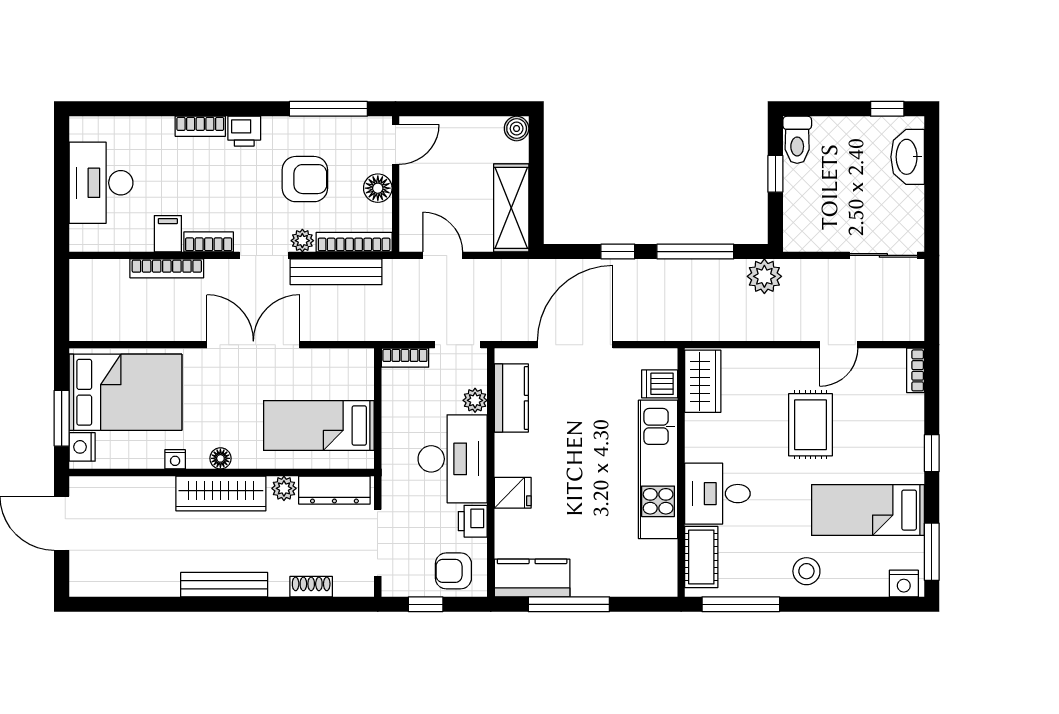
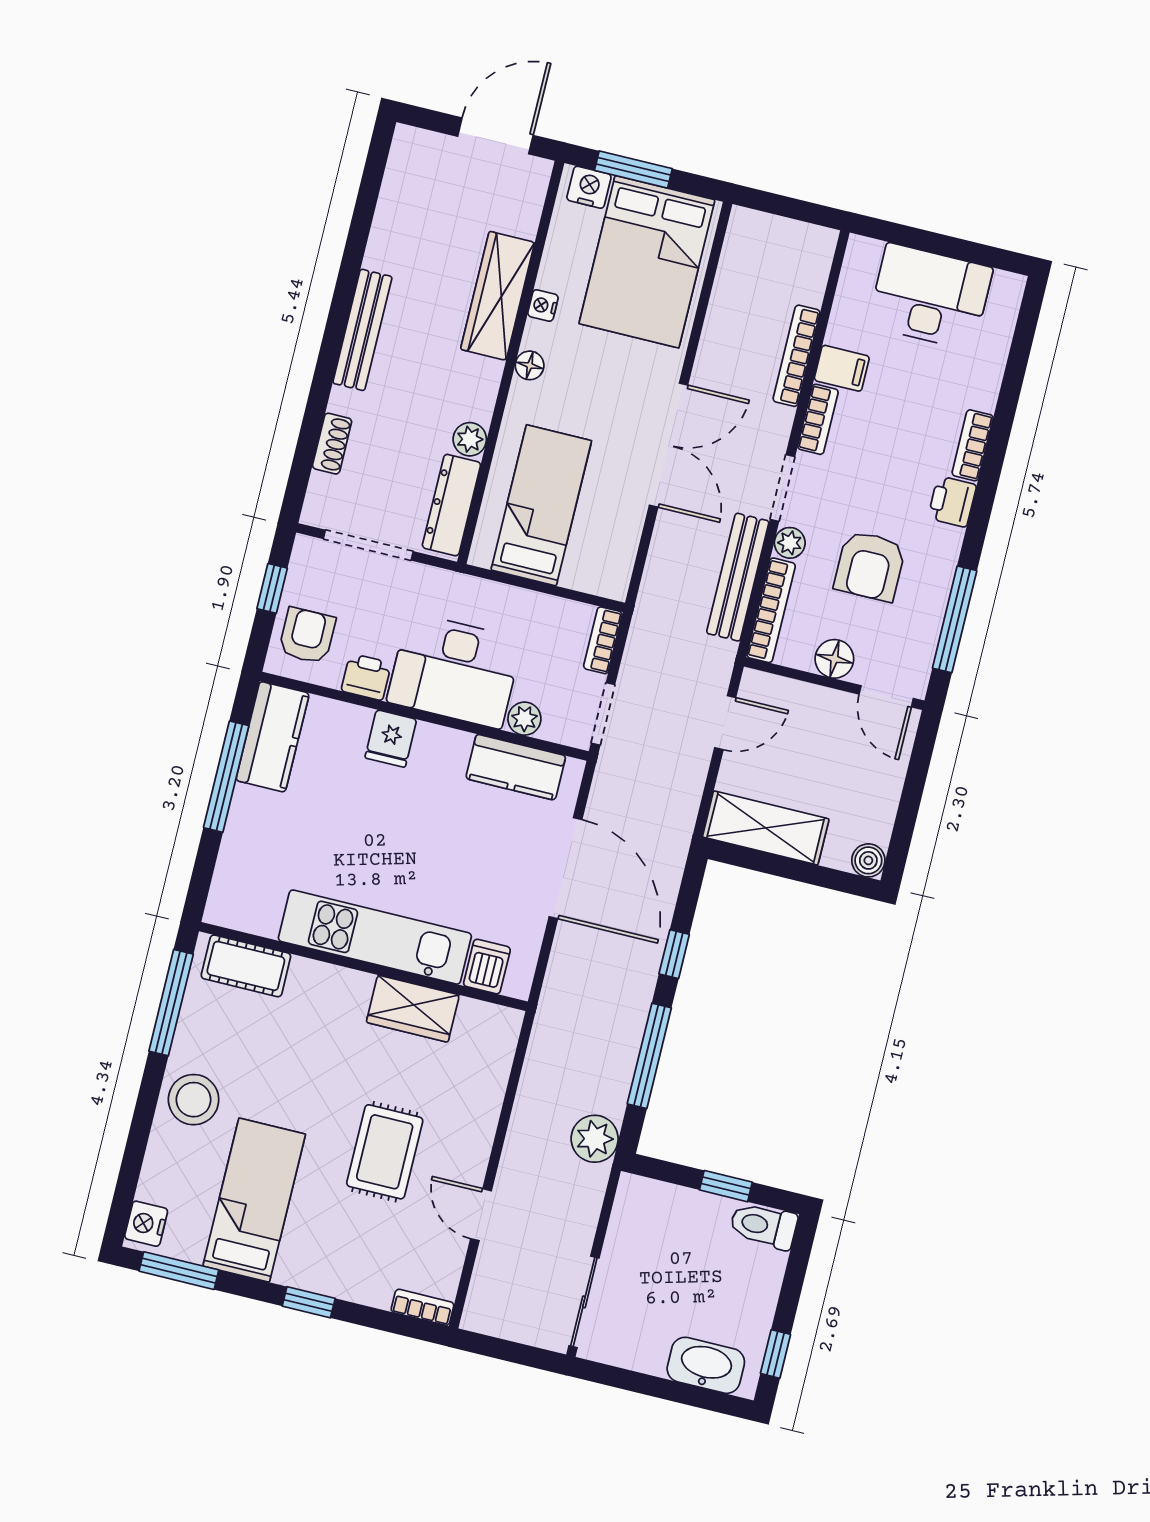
wardrobe: (703, 381) -> (413, 1009), moved
rug: (810, 425) -> (385, 1152), turned 90
wardrobe: (221, 493) -> (498, 296), moved
desk: (717, 494) -> (324, 1007), removed
stool: (806, 571) -> (194, 1100), width x1.38, depth x1.38

